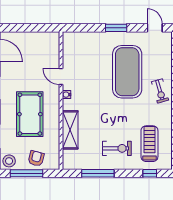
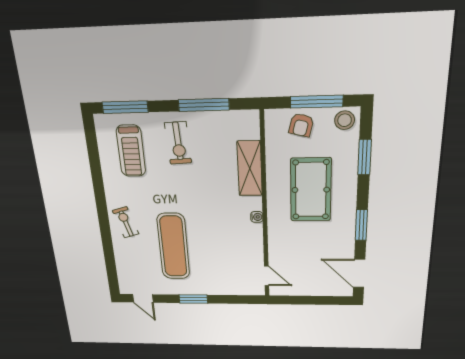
exercise mat: (127, 72) -> (173, 246), width x0.68
door: (61, 77) -> (267, 276), moved
exercise bike: (117, 148) -> (178, 143), turned -93
window: (150, 173) -> (125, 107), width x2.17

